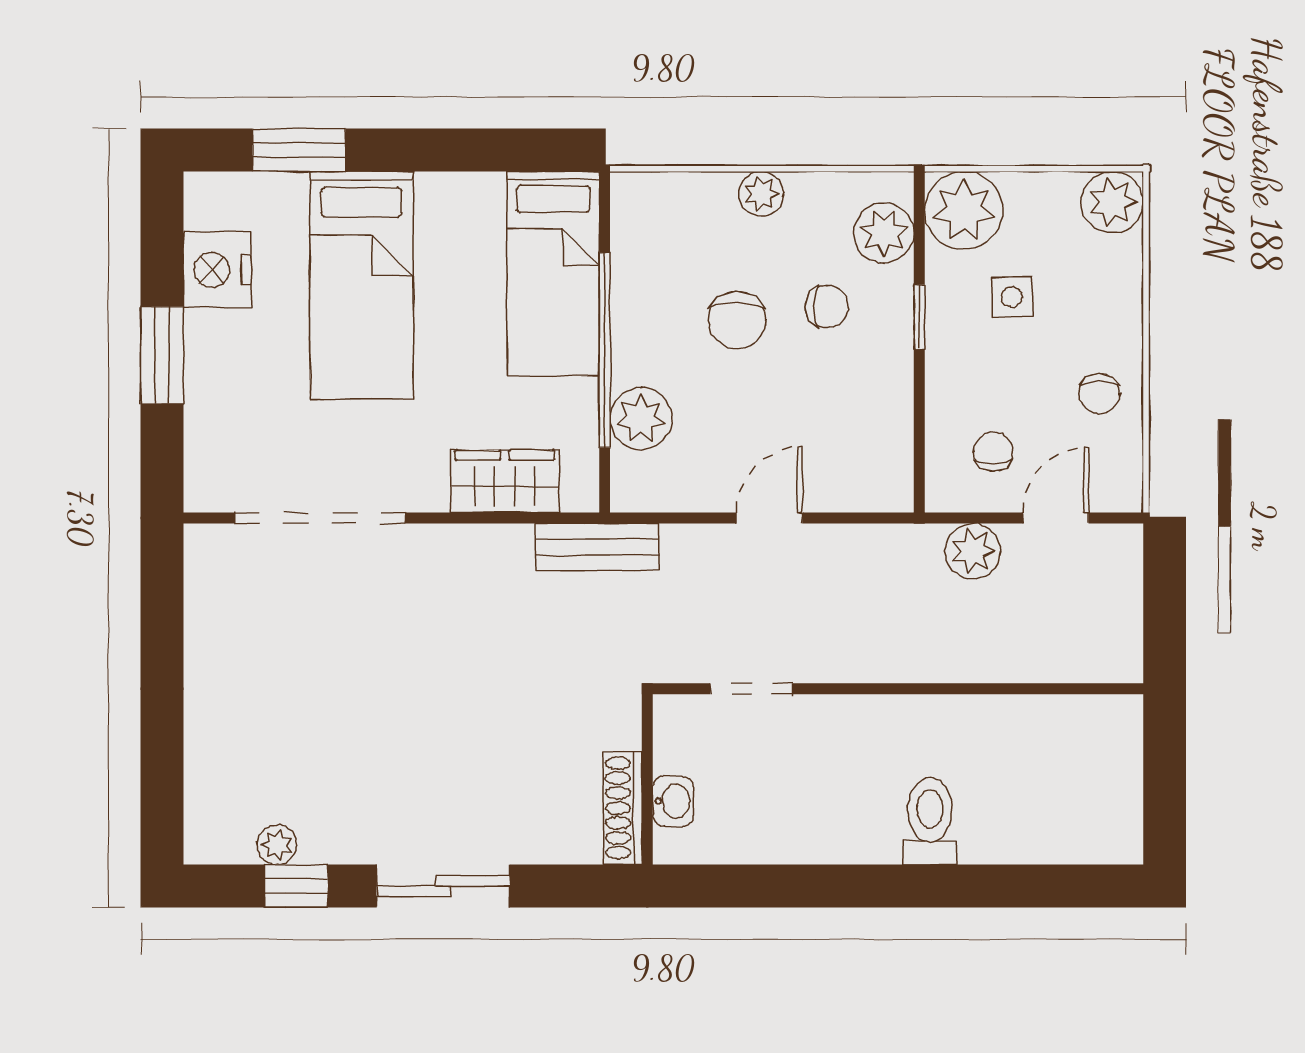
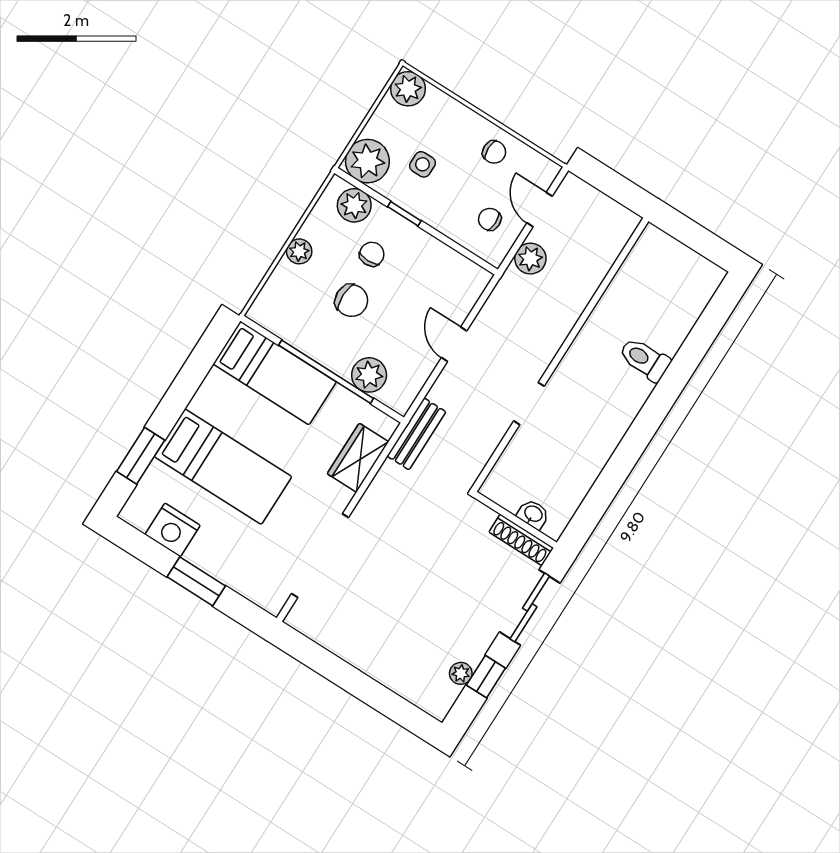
wall: (647, 779) -> (515, 520), moved
washbasin: (673, 801) -> (533, 514), moved
shoe rack: (623, 808) -> (521, 540), moved

